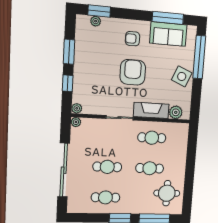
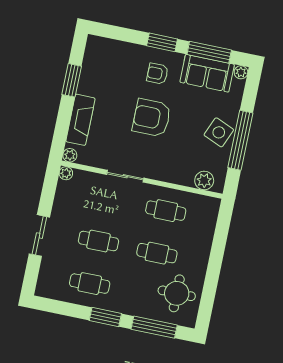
window: (99, 11) -> (162, 42), moved
plant: (96, 21) -> (241, 72), moved
window: (199, 57) -> (240, 140), moved
armchair: (133, 72) -> (152, 118), turned -90
window: (68, 83) -> (63, 121), removed
fireplace: (151, 110) -> (80, 120), moved, turned 90
sliding door: (64, 170) -> (39, 236), width x0.54

